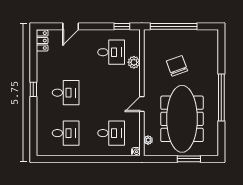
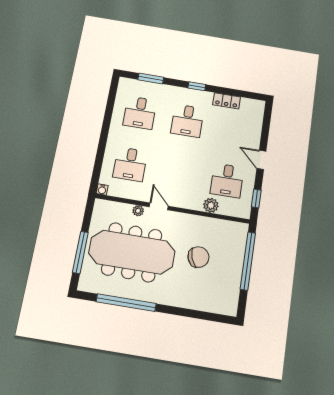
door: (71, 26) -> (261, 160), moved
locker: (42, 41) -> (227, 101), moved
window: (221, 98) -> (126, 303), moved
window: (33, 129) -> (151, 78), added
plant: (148, 140) -> (138, 211), moved
window: (189, 159) -> (80, 252), width x1.44

